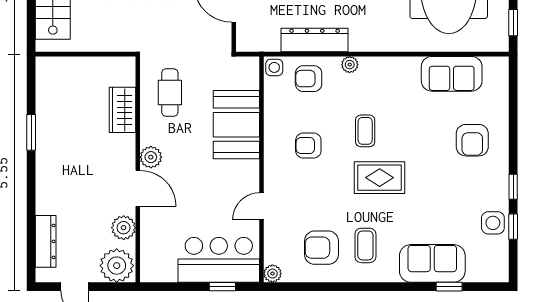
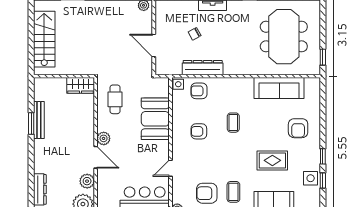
plant: (350, 65) -> (224, 82), removed
sofa: (452, 74) -> (279, 88), width x1.36
wardrobe: (122, 110) -> (81, 85), moved, turned -90
bench: (44, 127) -> (39, 120), added
rug: (380, 178) -> (272, 160), moved

